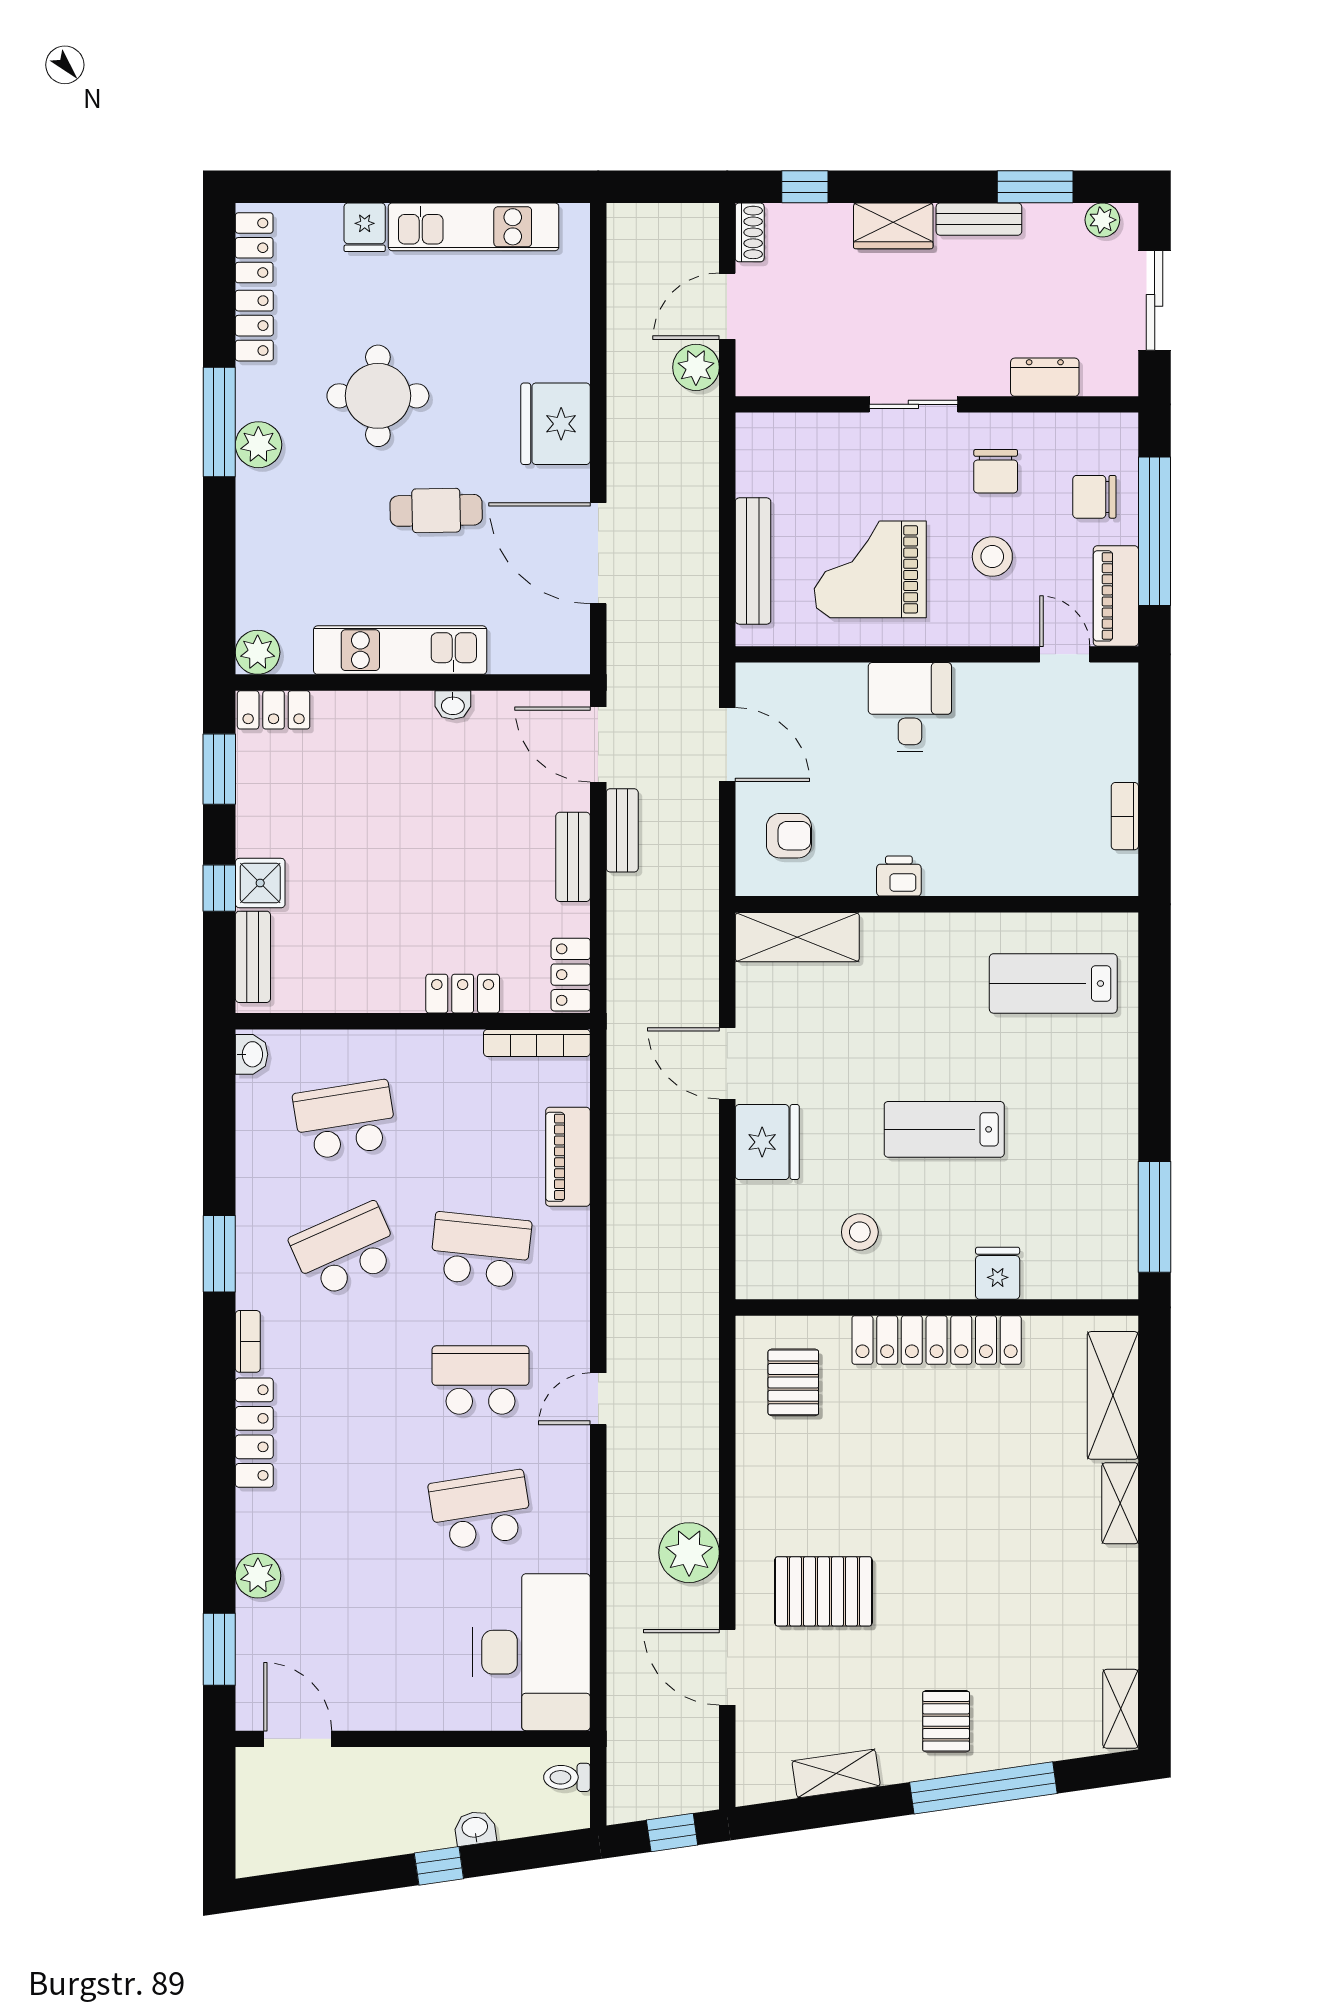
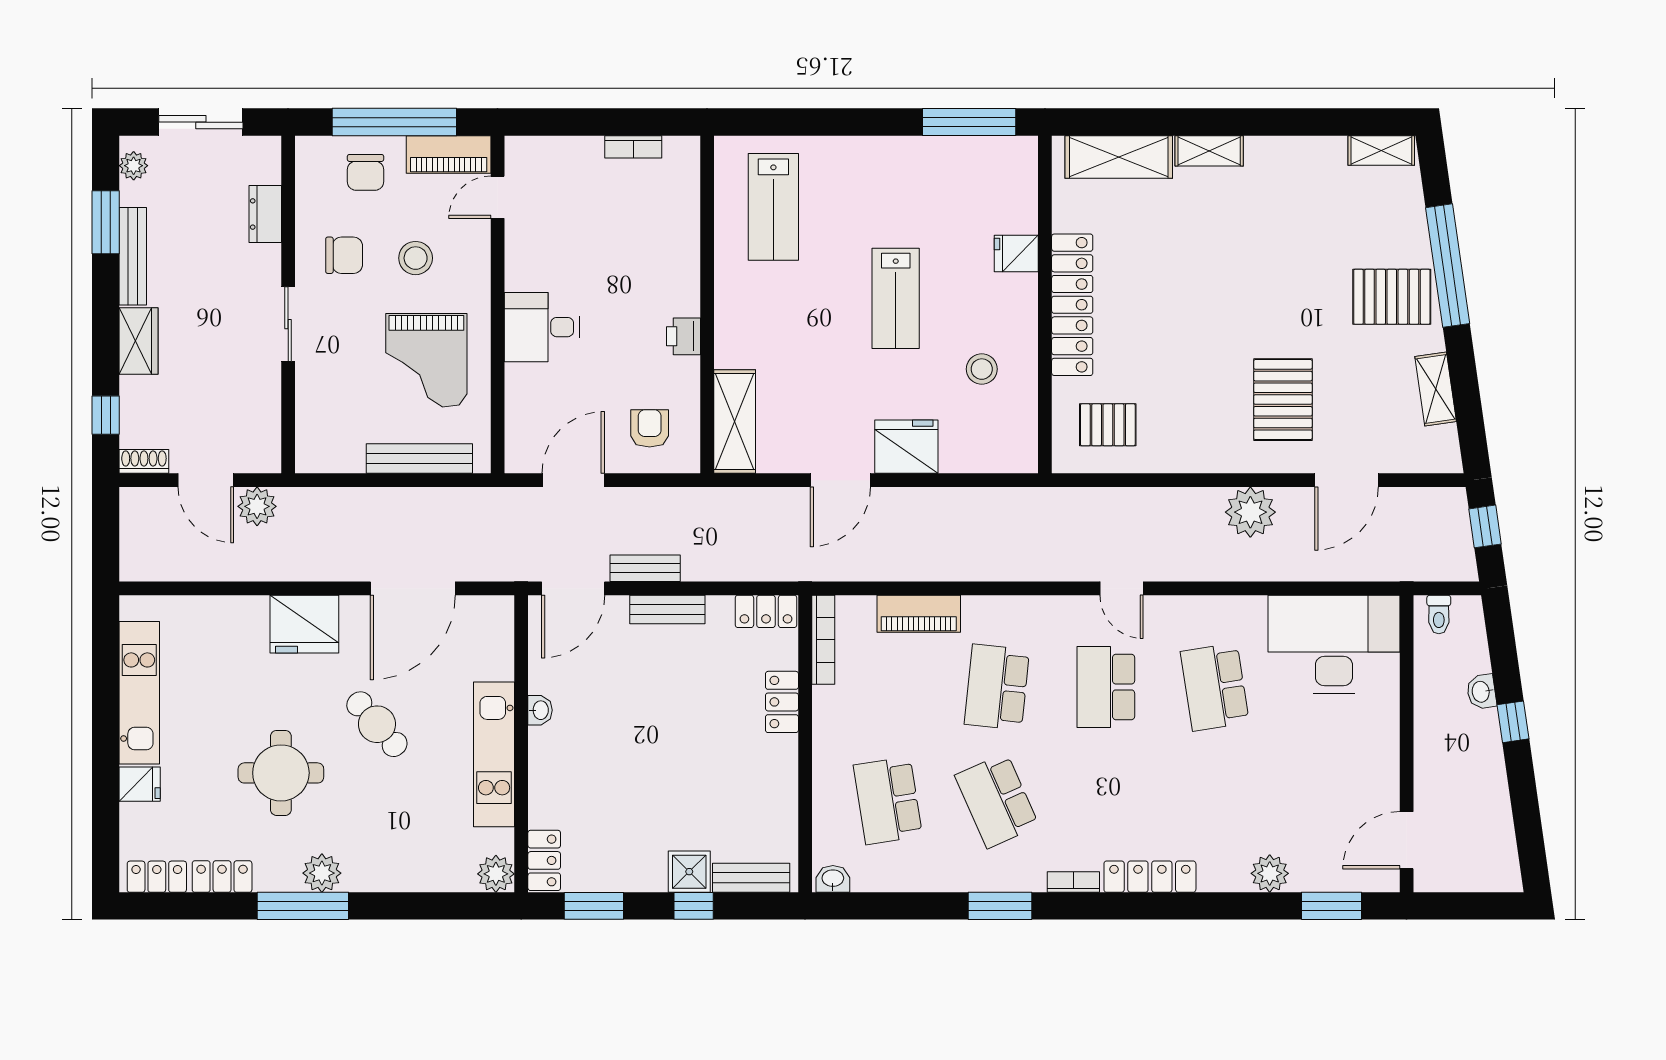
bench: (979, 219) -> (133, 256), width x1.36
cafe table: (436, 510) -> (377, 724), turned -40
pallet: (946, 1721) -> (1392, 297), width x1.50, depth x1.42

